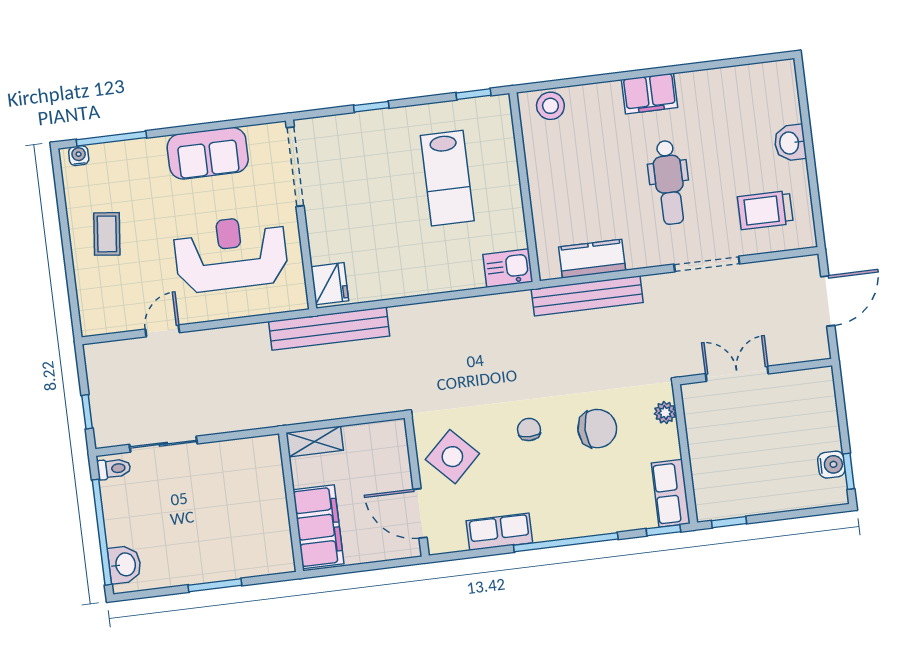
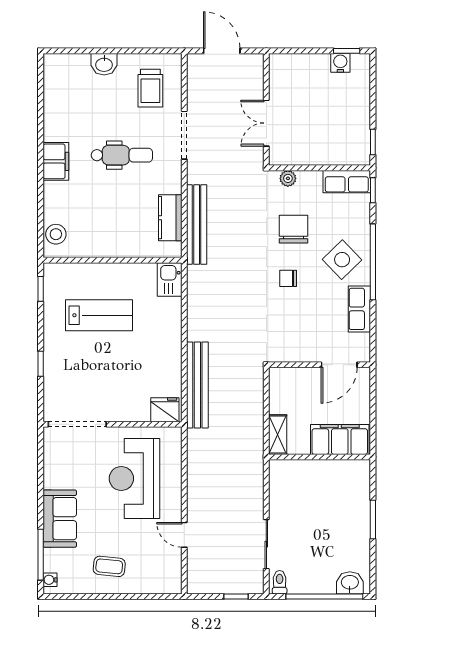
sofa: (208, 153) -> (60, 519), moved
bench: (329, 329) -> (197, 385), moved
side table: (452, 457) -> (342, 260), moved

